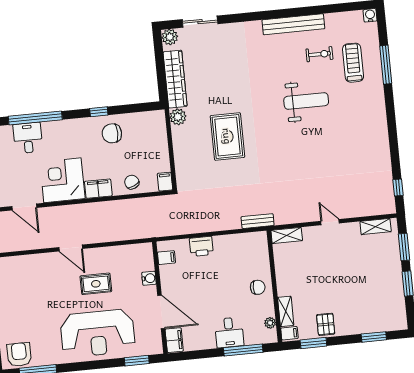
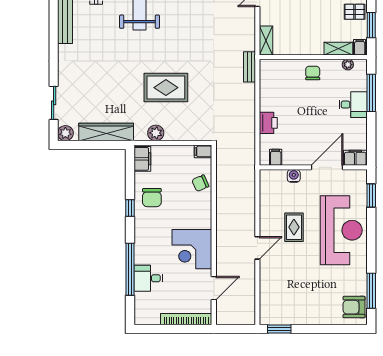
plant: (178, 117) -> (156, 133), moved
filing cabinet: (98, 189) -> (142, 159), moved, turned 180

